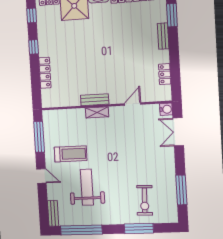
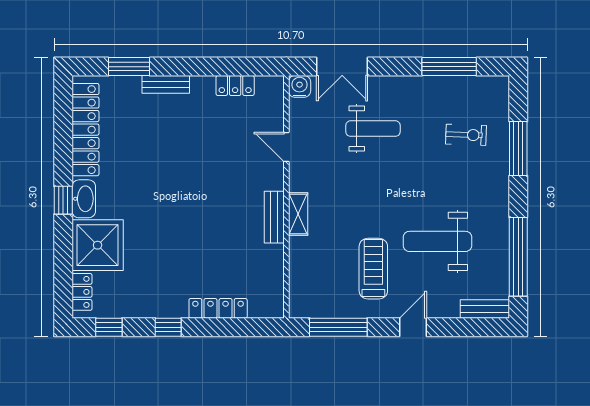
weight bench: (145, 150) -> (373, 129), added
exercise bike: (145, 200) -> (466, 135), width x0.73, depth x0.72

